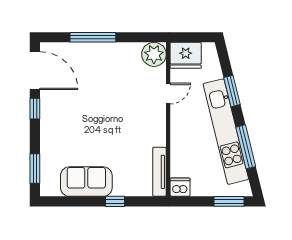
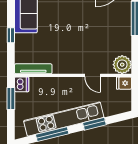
fridge: (186, 55) -> (124, 83), width x0.53, depth x0.75
window: (229, 201) -> (11, 98), moved

